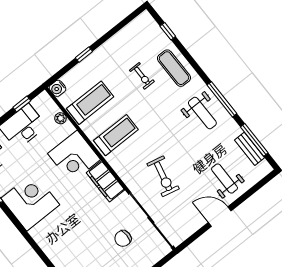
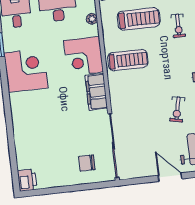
treadmill: (90, 103) -> (139, 19), moved
exercise bike: (163, 176) -> (177, 109), moved, width x0.73, depth x0.72
chair: (123, 238) -> (87, 163), moved

